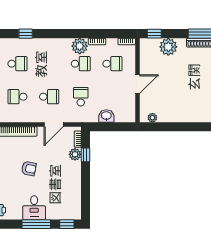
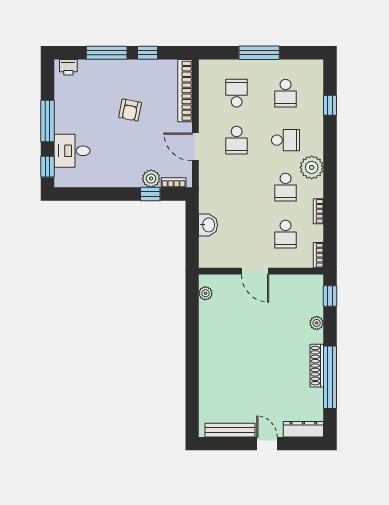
plant: (80, 46) -> (312, 167), moved
plant: (168, 47) -> (317, 323), width x0.53, depth x0.53
school desk: (81, 97) -> (286, 140), moved
desk: (34, 208) -> (72, 151), moved

